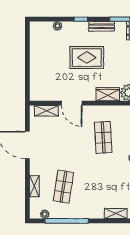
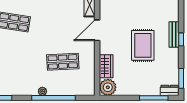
plant: (58, 26) -> (174, 16), removed
bench: (102, 26) -> (174, 34), moved

